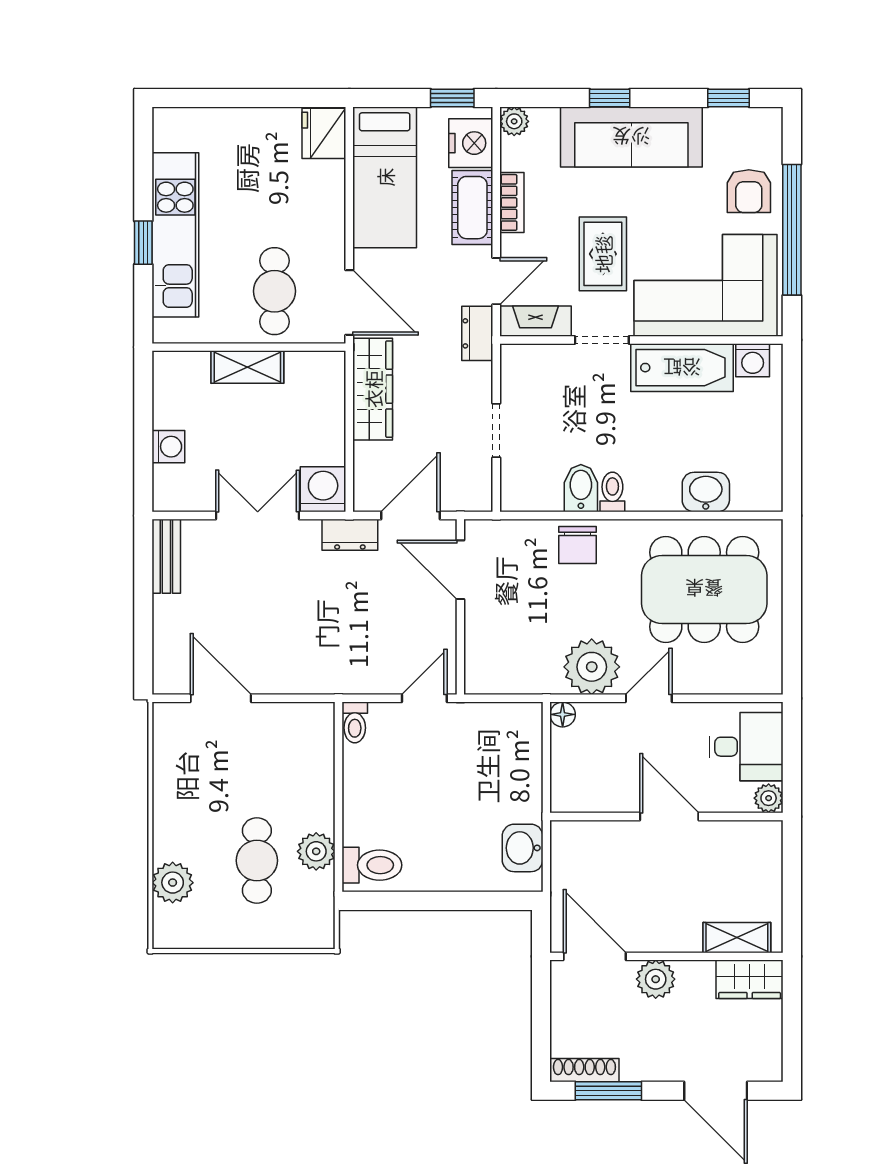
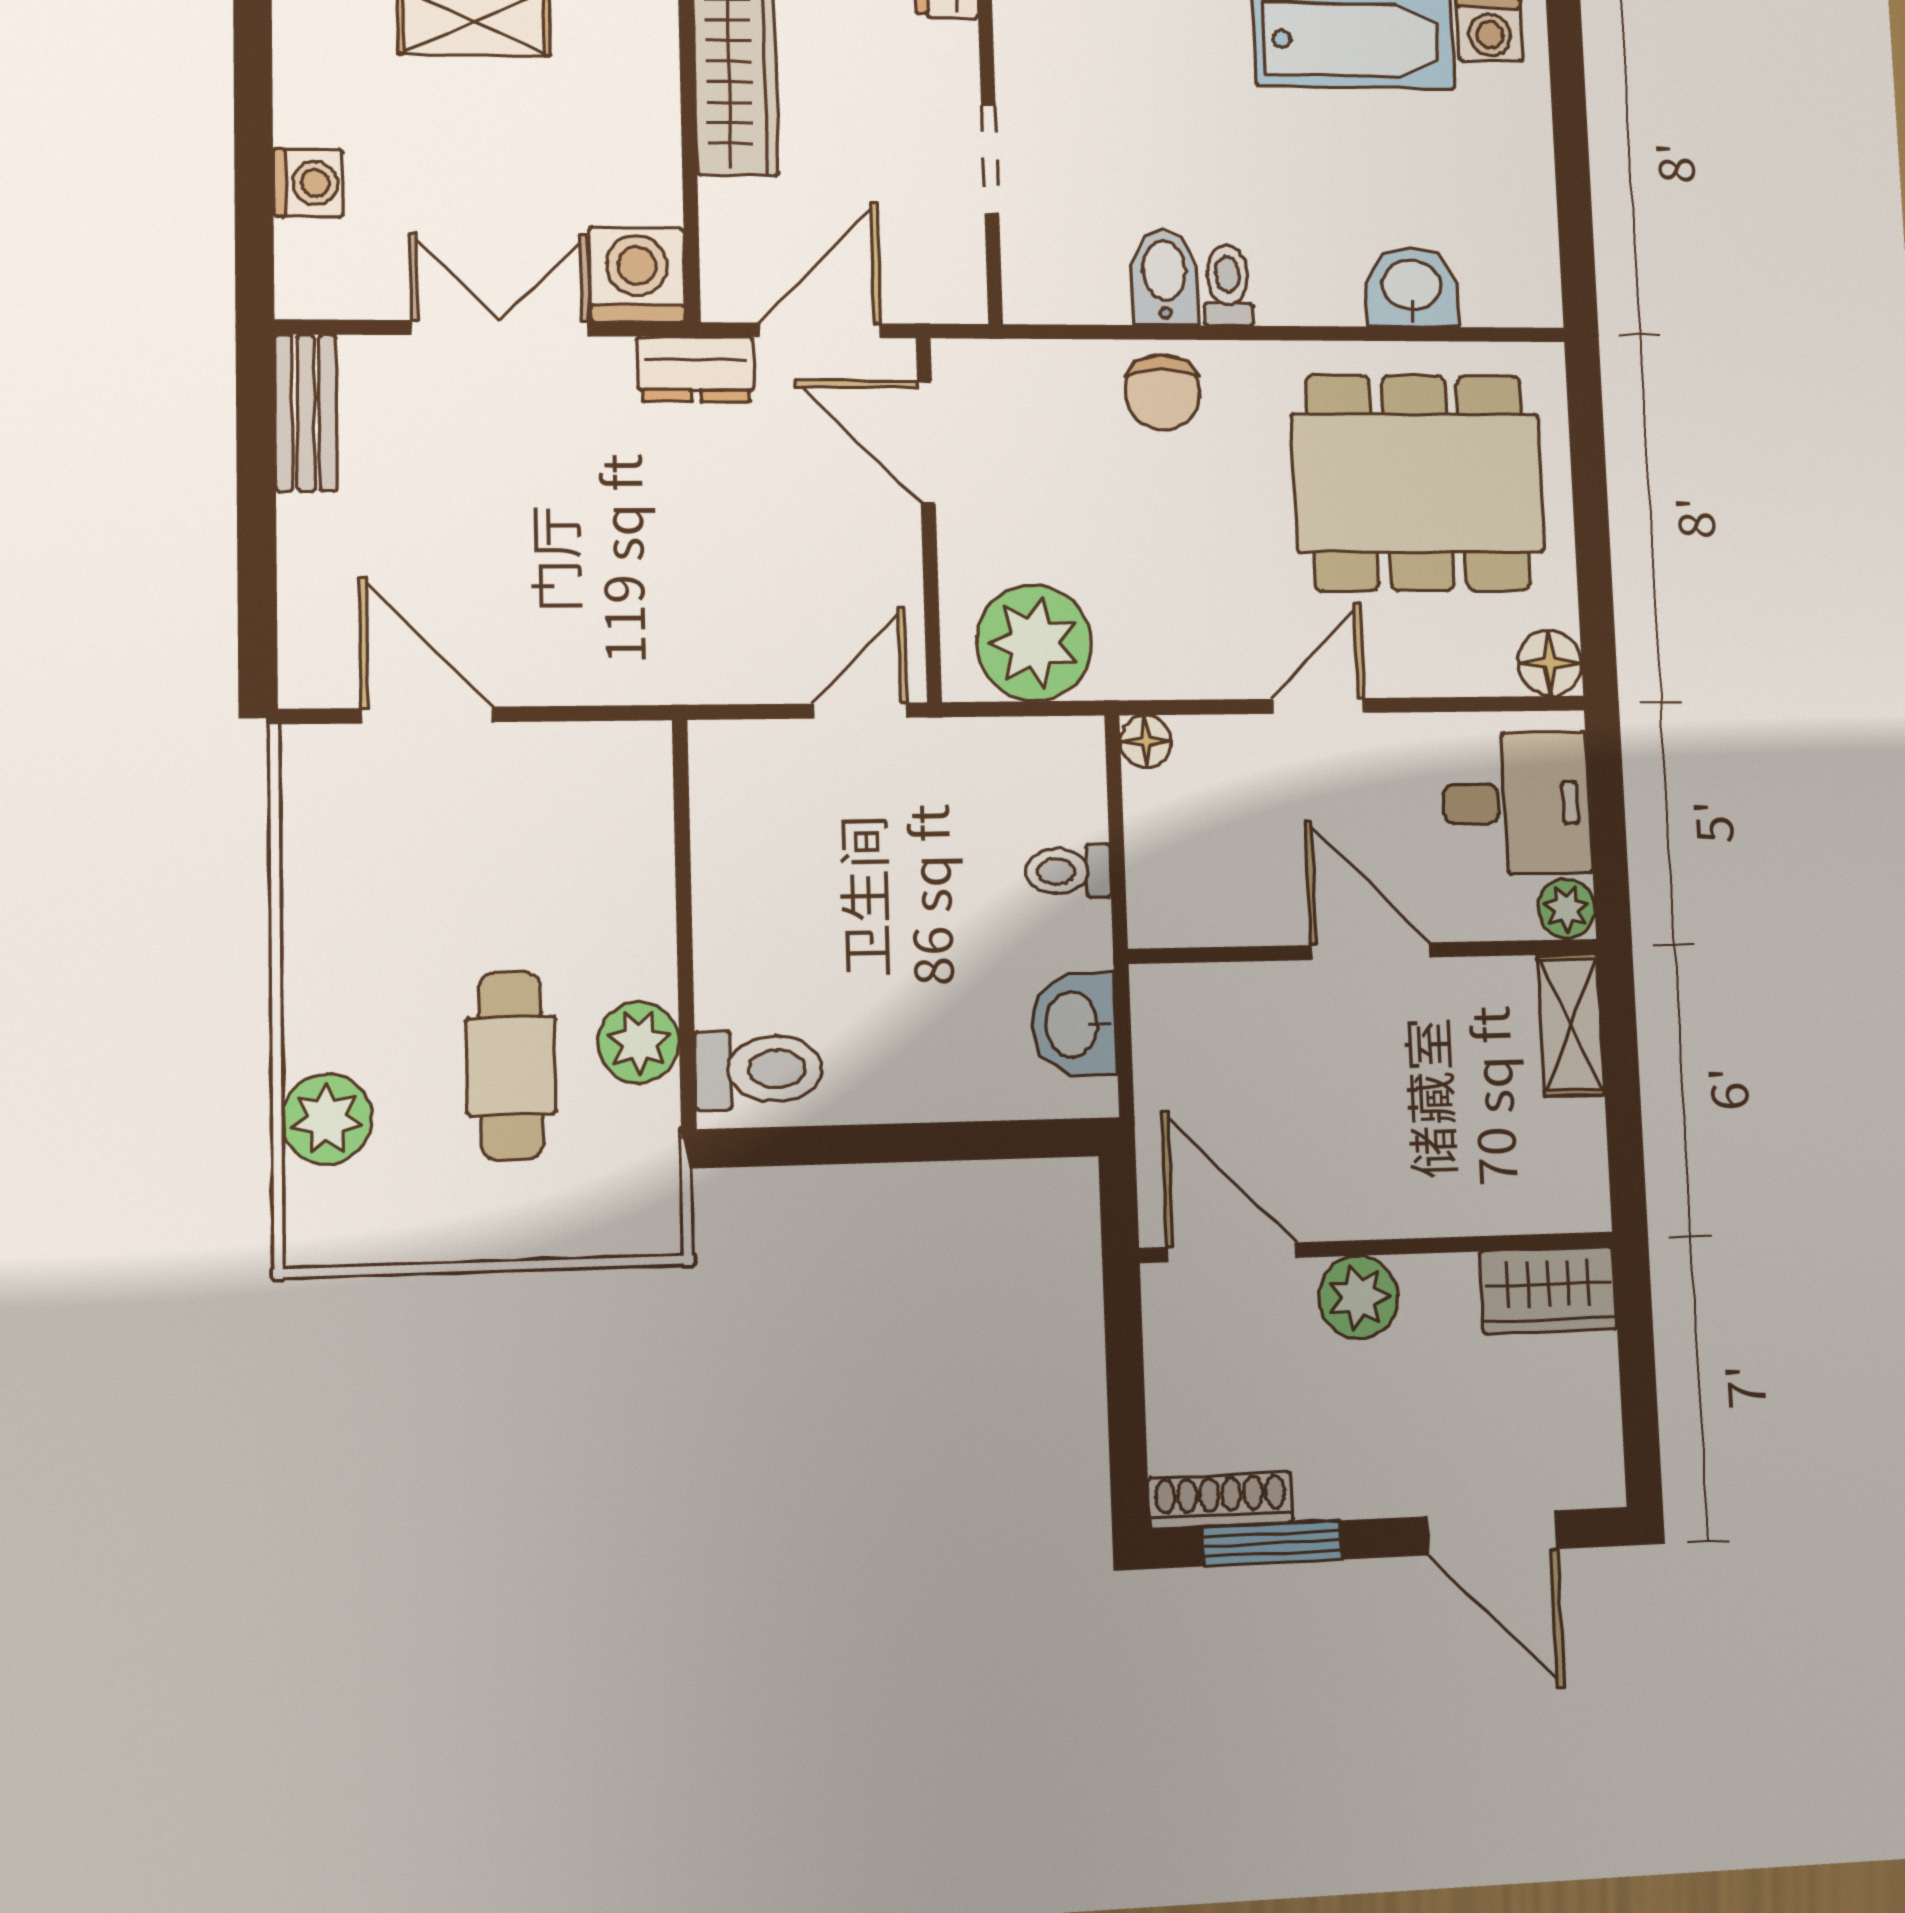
plant: (592, 667) -> (1034, 643), moved
floor lamp: (767, 679) -> (1550, 663), added
toilet: (355, 722) -> (1068, 871), moved, turned 90
shelving: (737, 938) -> (1571, 1025), moved, turned 90

